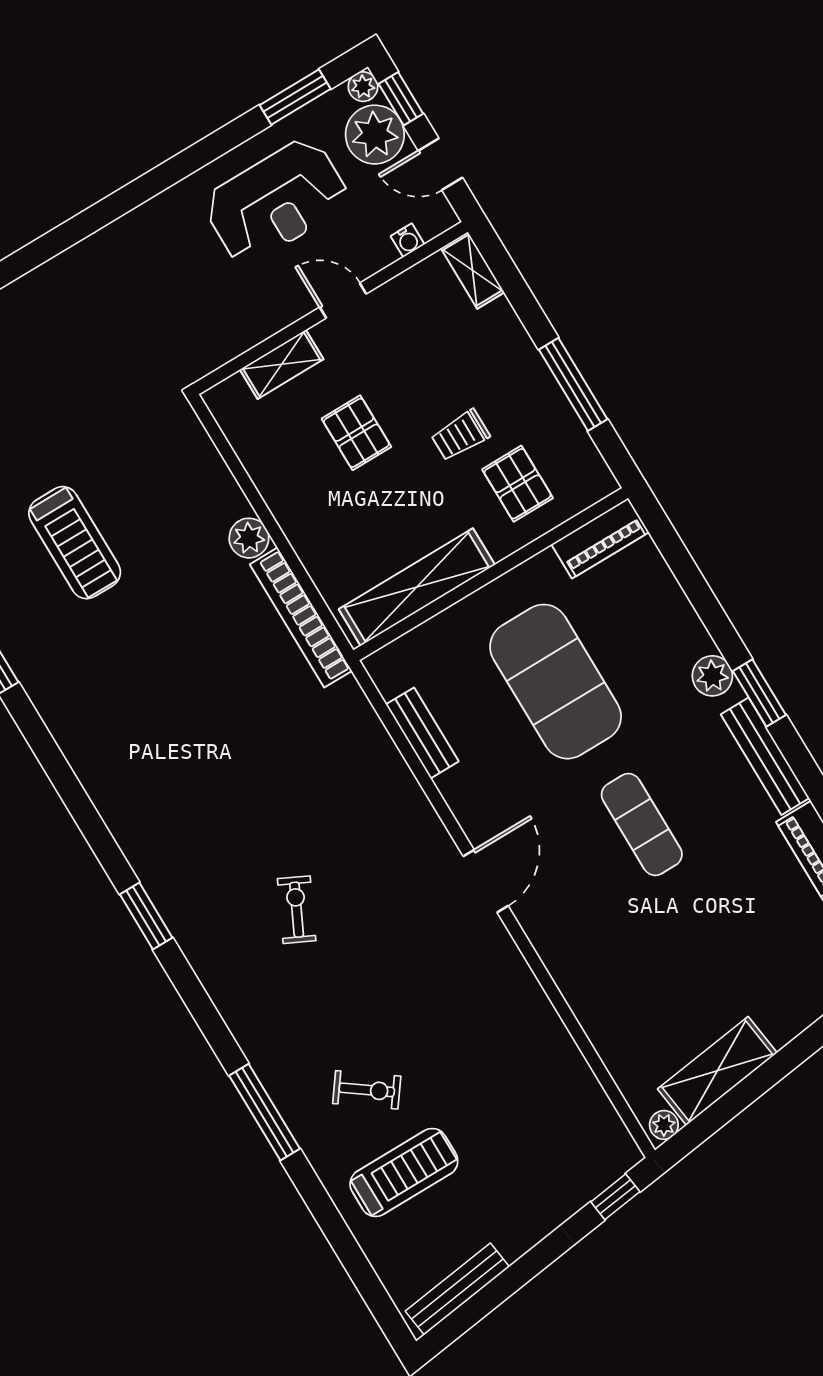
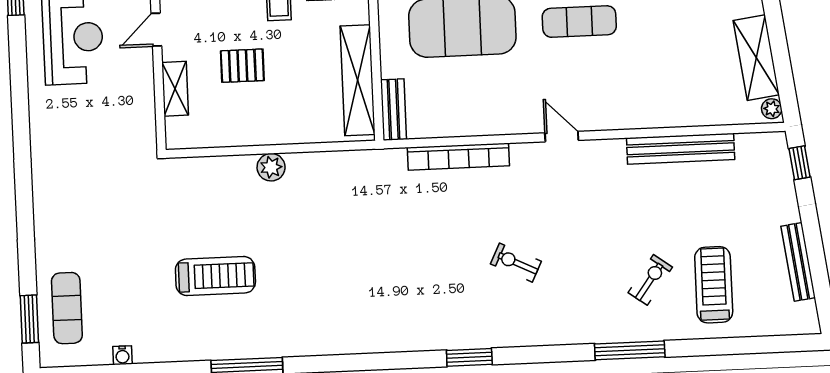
bookcase: (301, 618) -> (458, 157), moved
bench: (422, 733) -> (393, 110), moved, turned 90
door: (486, 881) -> (562, 137), width x0.73
bench: (552, 1038) -> (681, 149), added
bench: (457, 1289) -> (798, 262), moved

